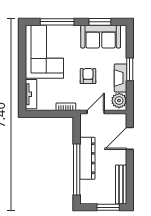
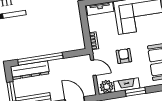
armchair: (88, 76) -> (124, 56), turned -90
dresser: (87, 158) -> (30, 70), moved

